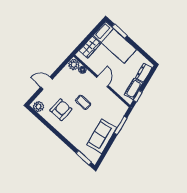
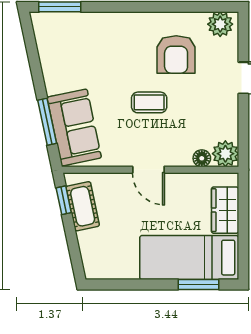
dresser: (144, 73) -> (91, 251), removed
sofa: (102, 136) -> (74, 127), moved

